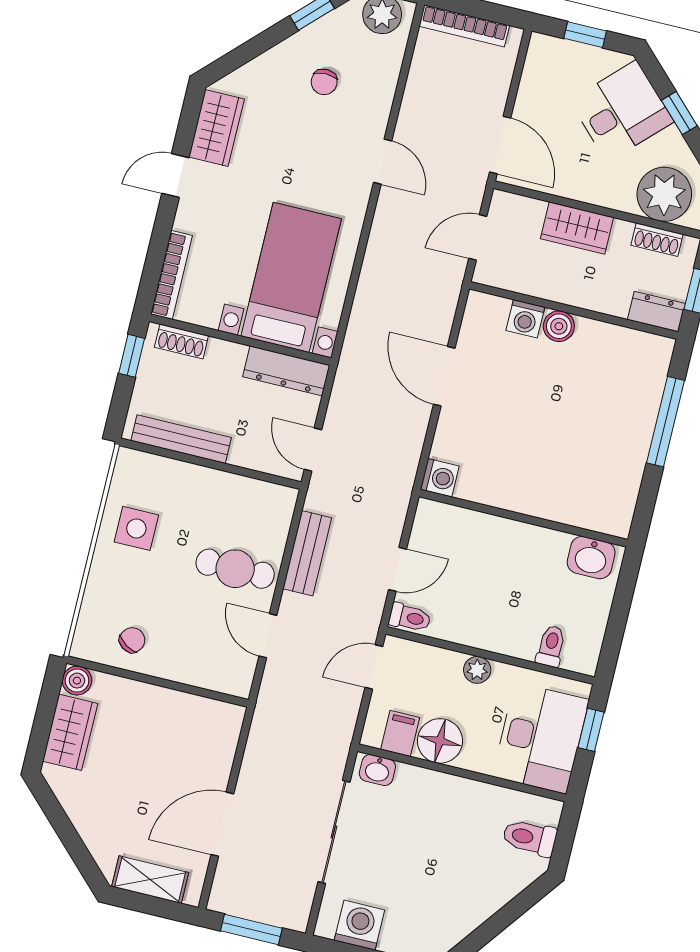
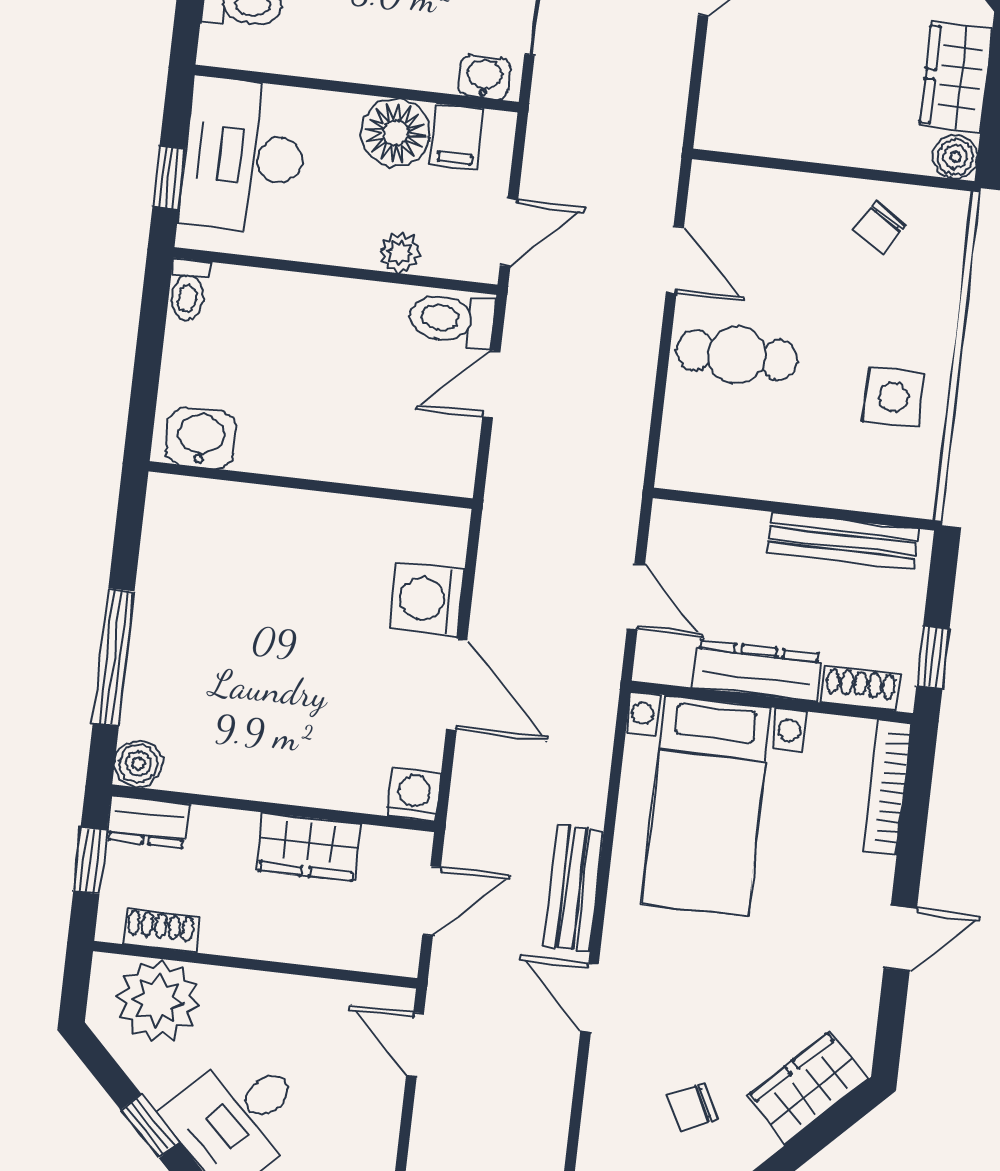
chair: (324, 82) -> (693, 1107), turned -116
wardrobe: (216, 128) -> (808, 1088), moved, turned 45
door: (500, 145) -> (415, 1044), width x0.73
wardrobe: (577, 228) -> (309, 847), moved, turned 180
washing machine: (525, 319) -> (414, 795), moved
boiler: (559, 326) -> (138, 764), moved
dresser: (286, 371) -> (757, 671), moved
door: (313, 450) -> (636, 597), moved
washing machine: (440, 478) -> (427, 599), moved, width x1.38, depth x1.38
bench: (307, 553) -> (573, 888), moved
toilet: (410, 618) -> (451, 319), width x1.37, depth x1.39
toilet: (551, 646) -> (188, 290), moved
plant: (477, 670) -> (400, 253), moved

